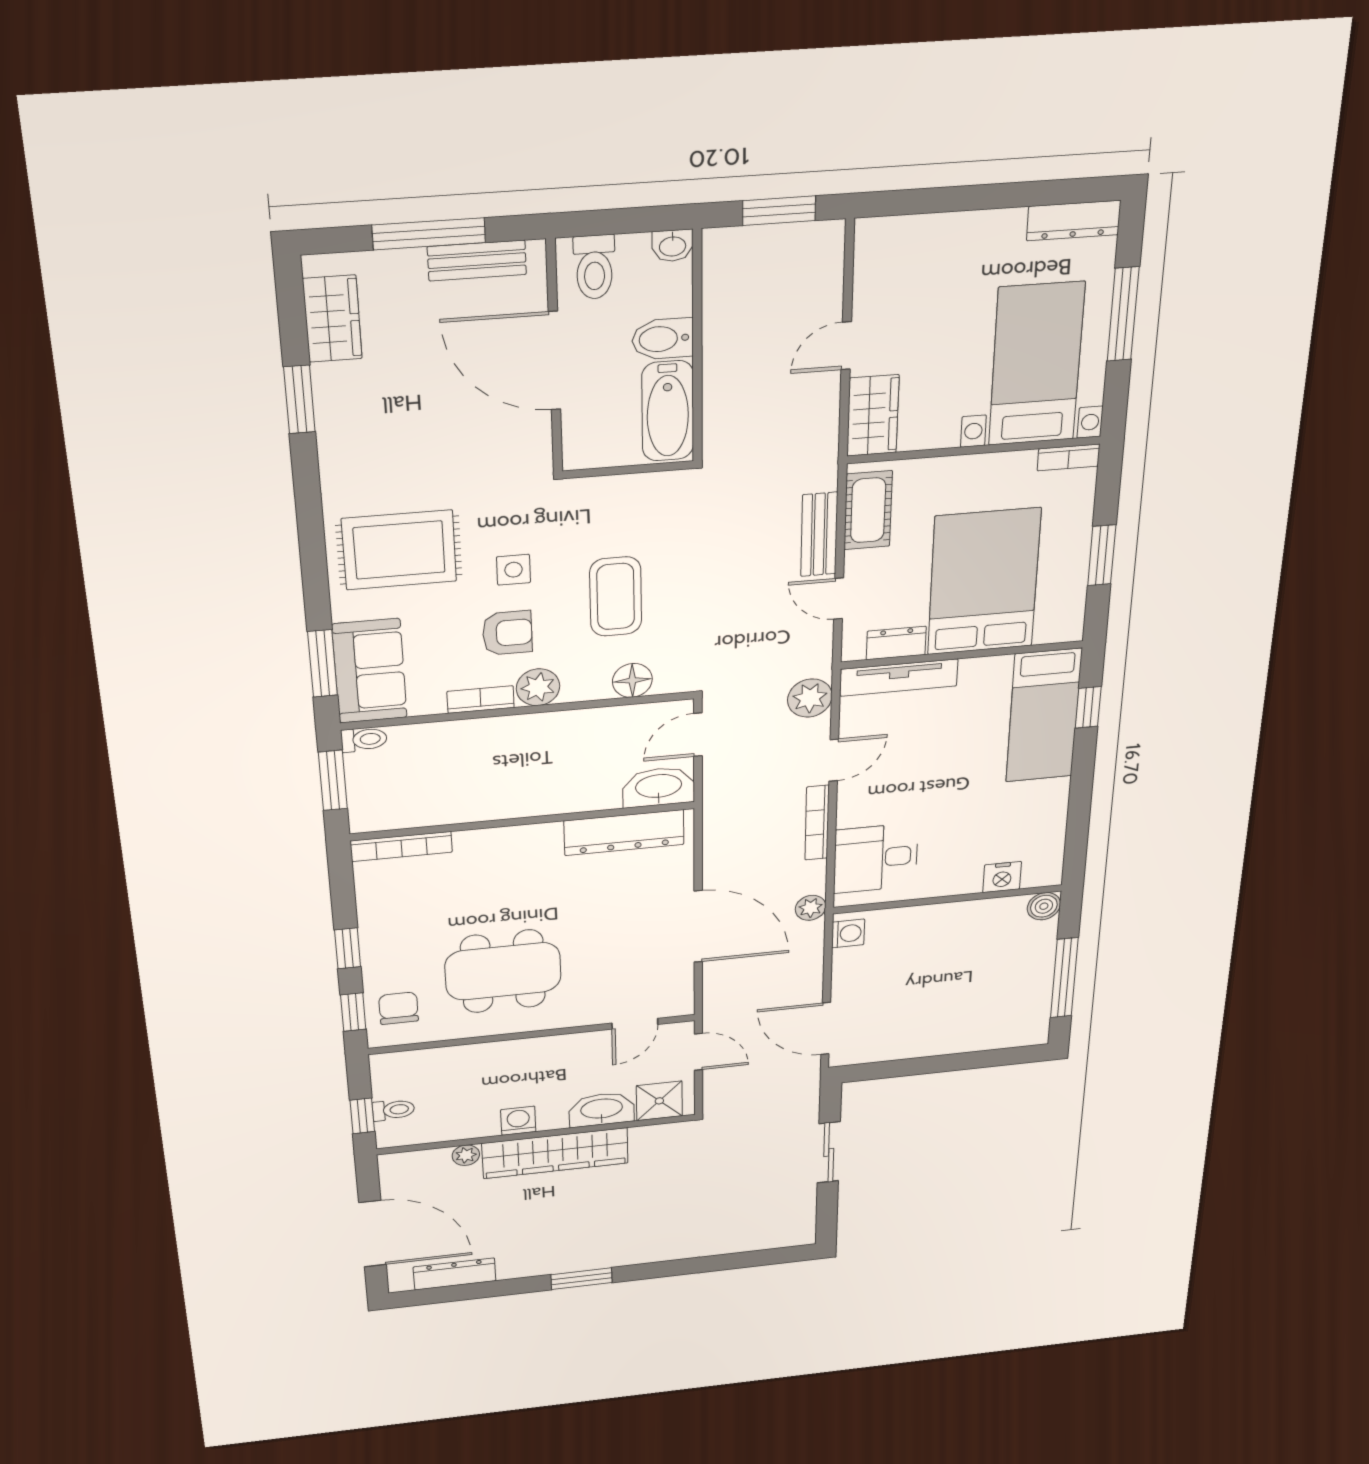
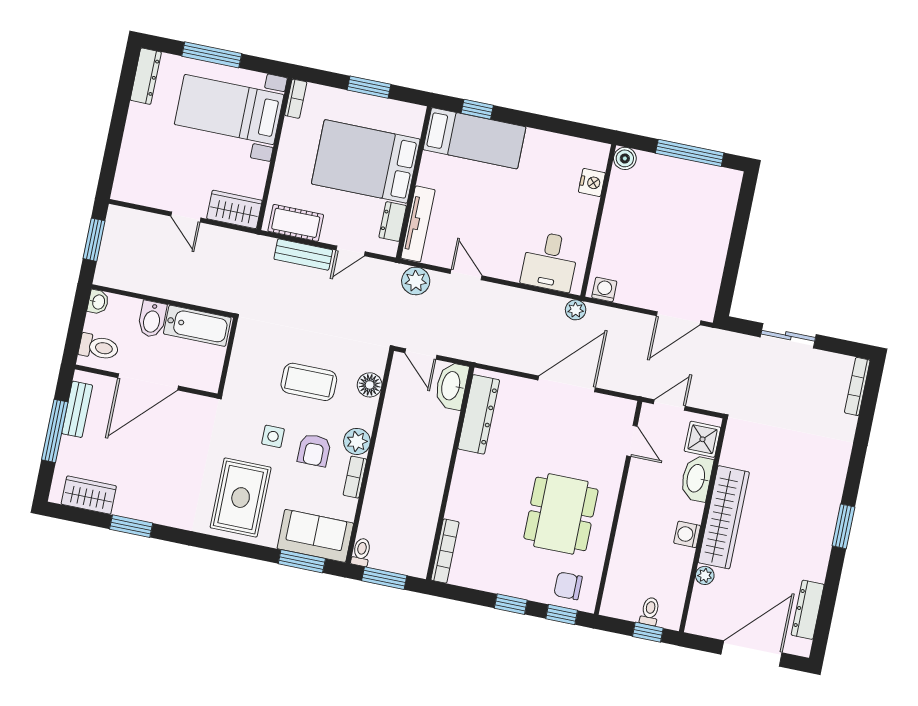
armchair: (507, 633) -> (314, 450), turned 180
bookcase: (817, 823) -> (857, 386), moved, turned 90

